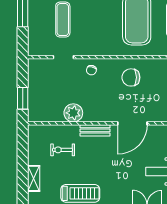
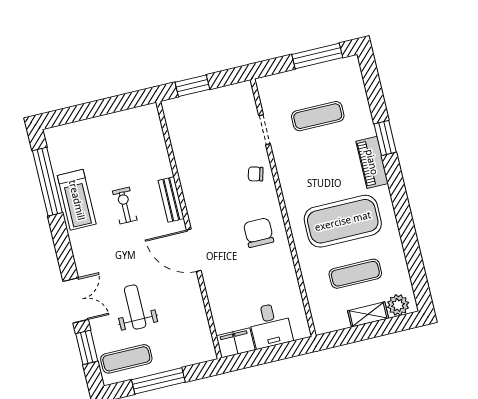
plant: (73, 113) -> (189, 163), removed
exercise bike: (63, 150) -> (125, 206), moved
shelving: (34, 178) -> (82, 128), removed

